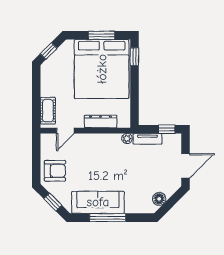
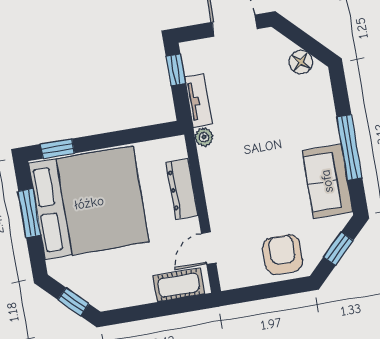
door: (65, 131) -> (209, 248), swing flipped
sofa: (98, 202) -> (327, 181), width x0.73

